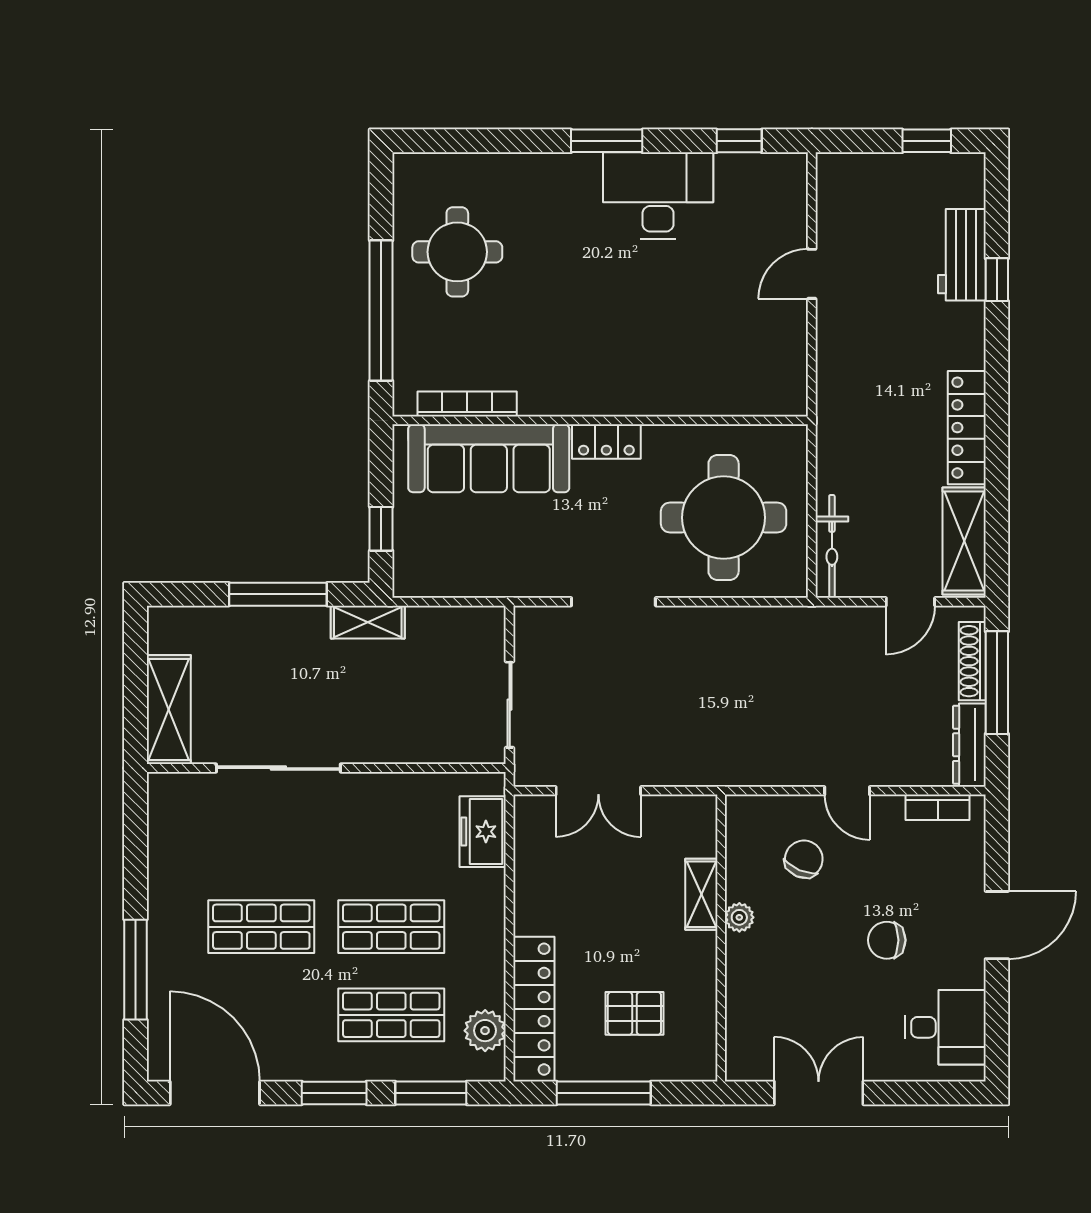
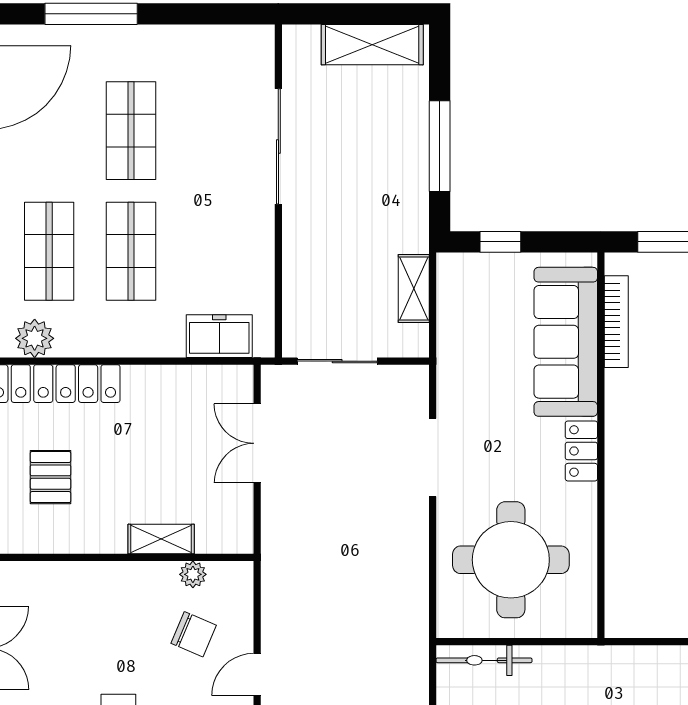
shelving: (368, 622) -> (414, 288), moved
shelving: (169, 709) -> (372, 45), moved
plant: (739, 917) -> (193, 574), moved

